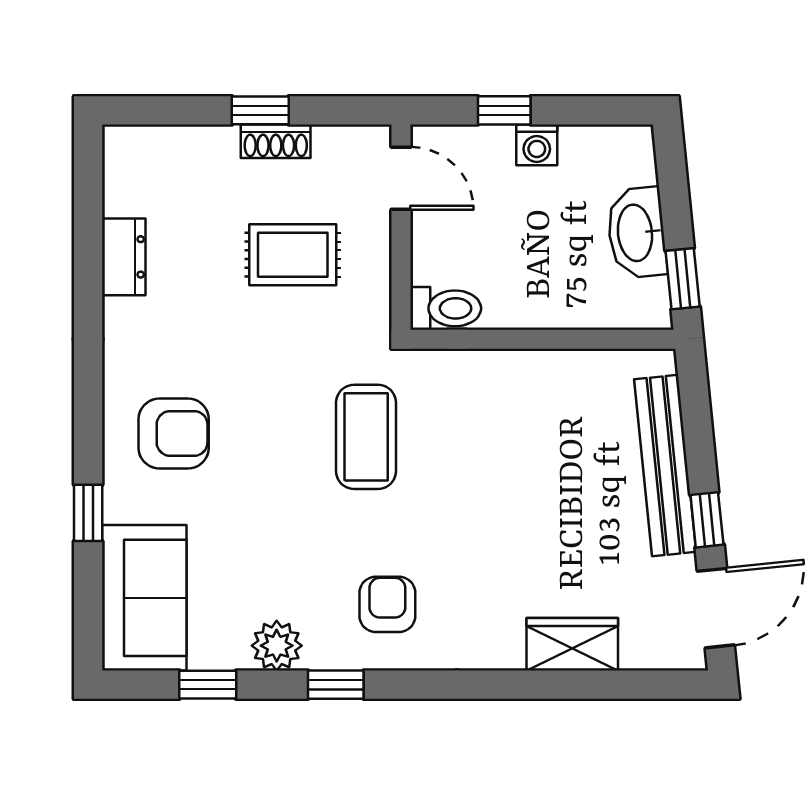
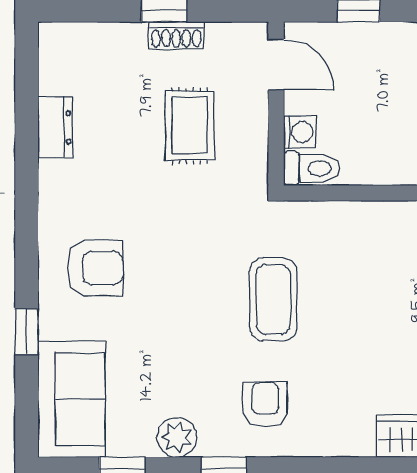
washing machine: (537, 145) -> (300, 132), moved, turned -90
rug: (293, 255) -> (190, 126), turned 90
coffee table: (366, 437) -> (273, 299), moved

